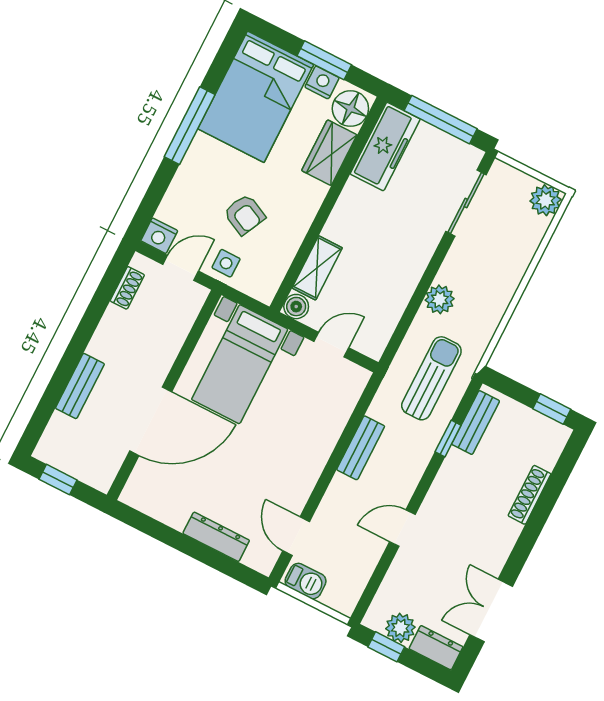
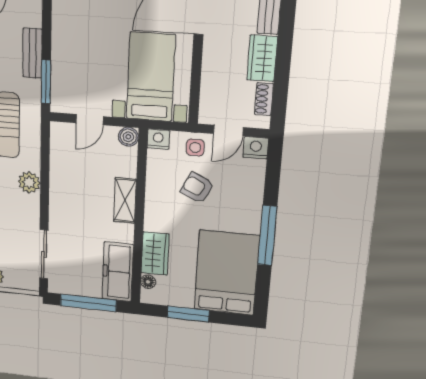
nightstand: (322, 82) -> (158, 139), moved, turned 180
floor lamp: (350, 109) -> (148, 282), width x0.53, depth x0.53
shelving: (317, 268) -> (125, 200), moved
wardrobe: (111, 334) -> (262, 58), added
window: (361, 409) -> (46, 82), added

